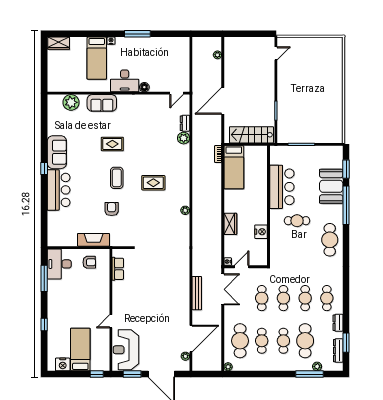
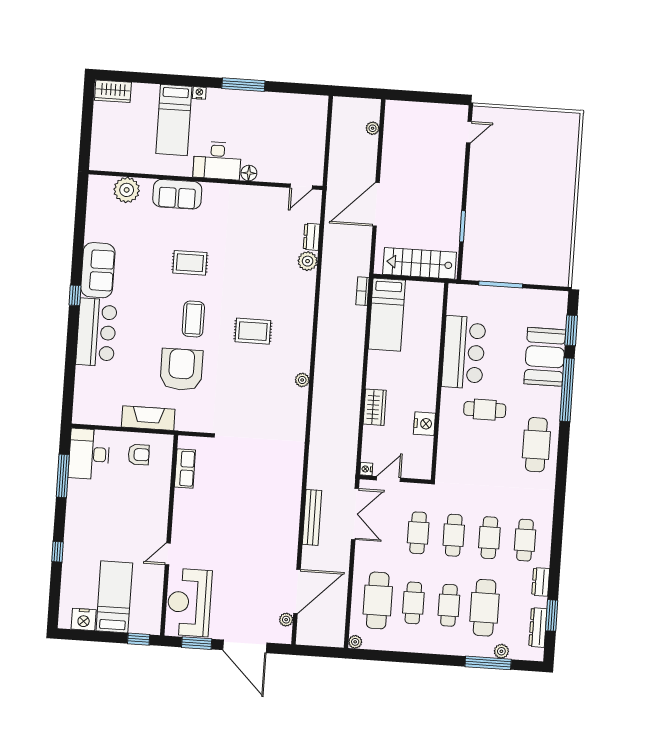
armchair: (112, 209) -> (181, 370), width x1.88, depth x1.88

